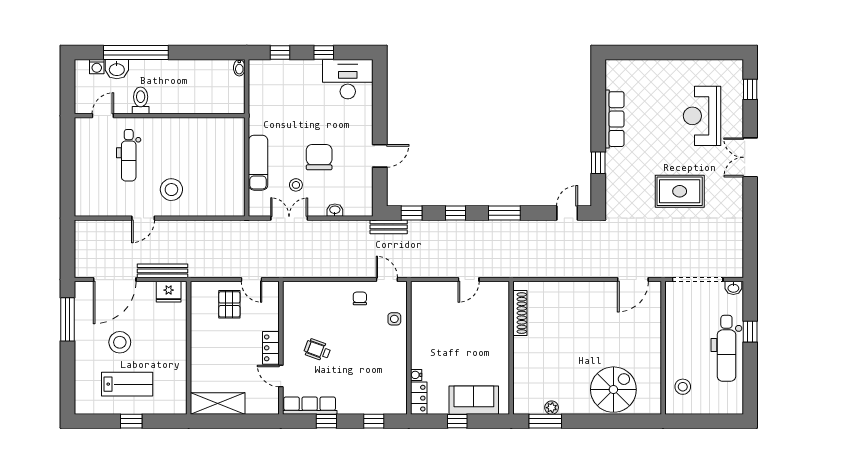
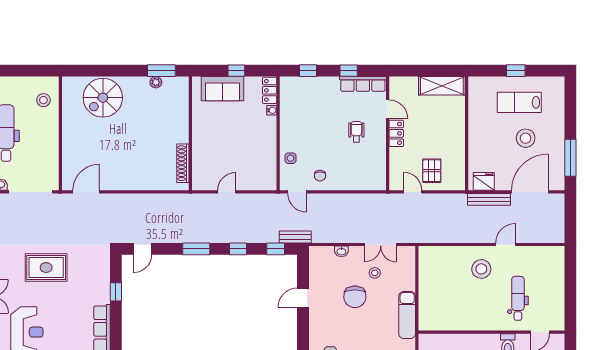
exam couch: (258, 163) -> (407, 315), moved
wheelchair: (317, 350) -> (356, 132), turned -110

